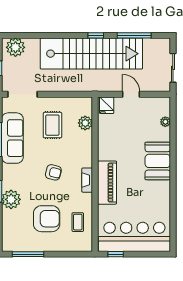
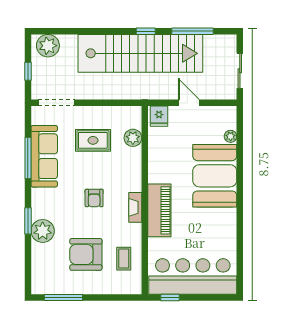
rug: (52, 125) -> (93, 140), turned 90
booth: (158, 161) -> (215, 176), width x1.36, depth x1.42
armchair: (53, 172) -> (94, 198), turned 76
armchair: (47, 219) -> (86, 254), turned 180

